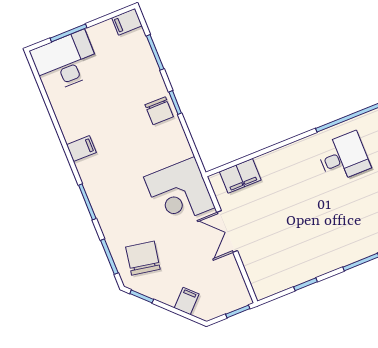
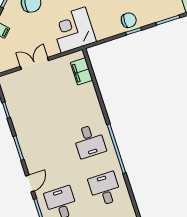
chair: (159, 111) -> (129, 20), turned 180
double door: (227, 232) -> (34, 63), moved

